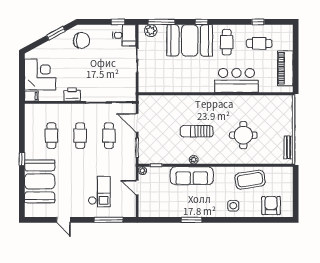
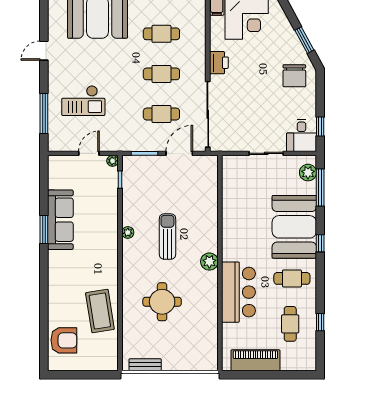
plant: (215, 101) -> (209, 262), added
sofa: (192, 176) -> (60, 220), moved, turned 180
side table: (233, 206) -> (64, 288), removed

